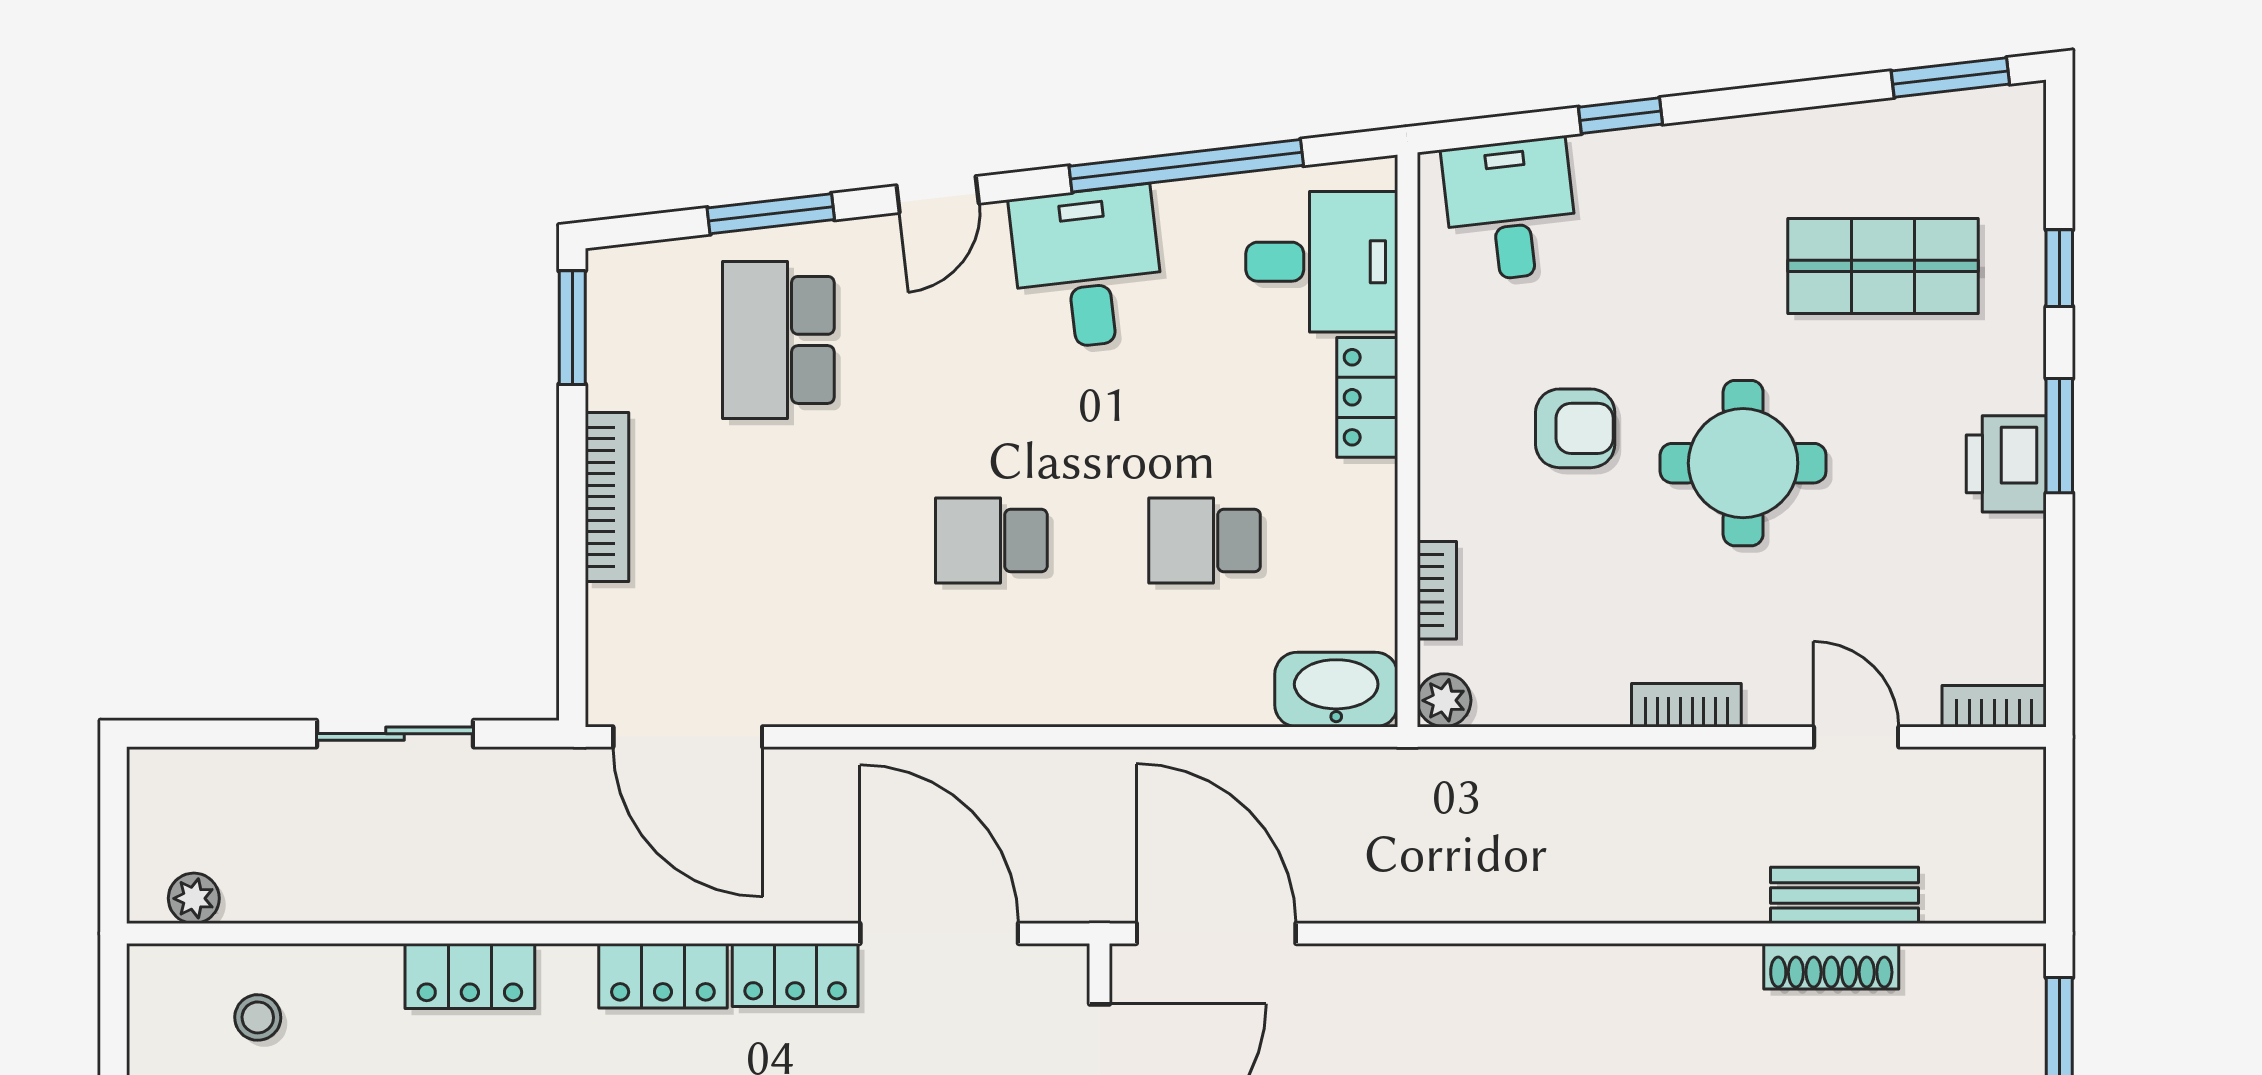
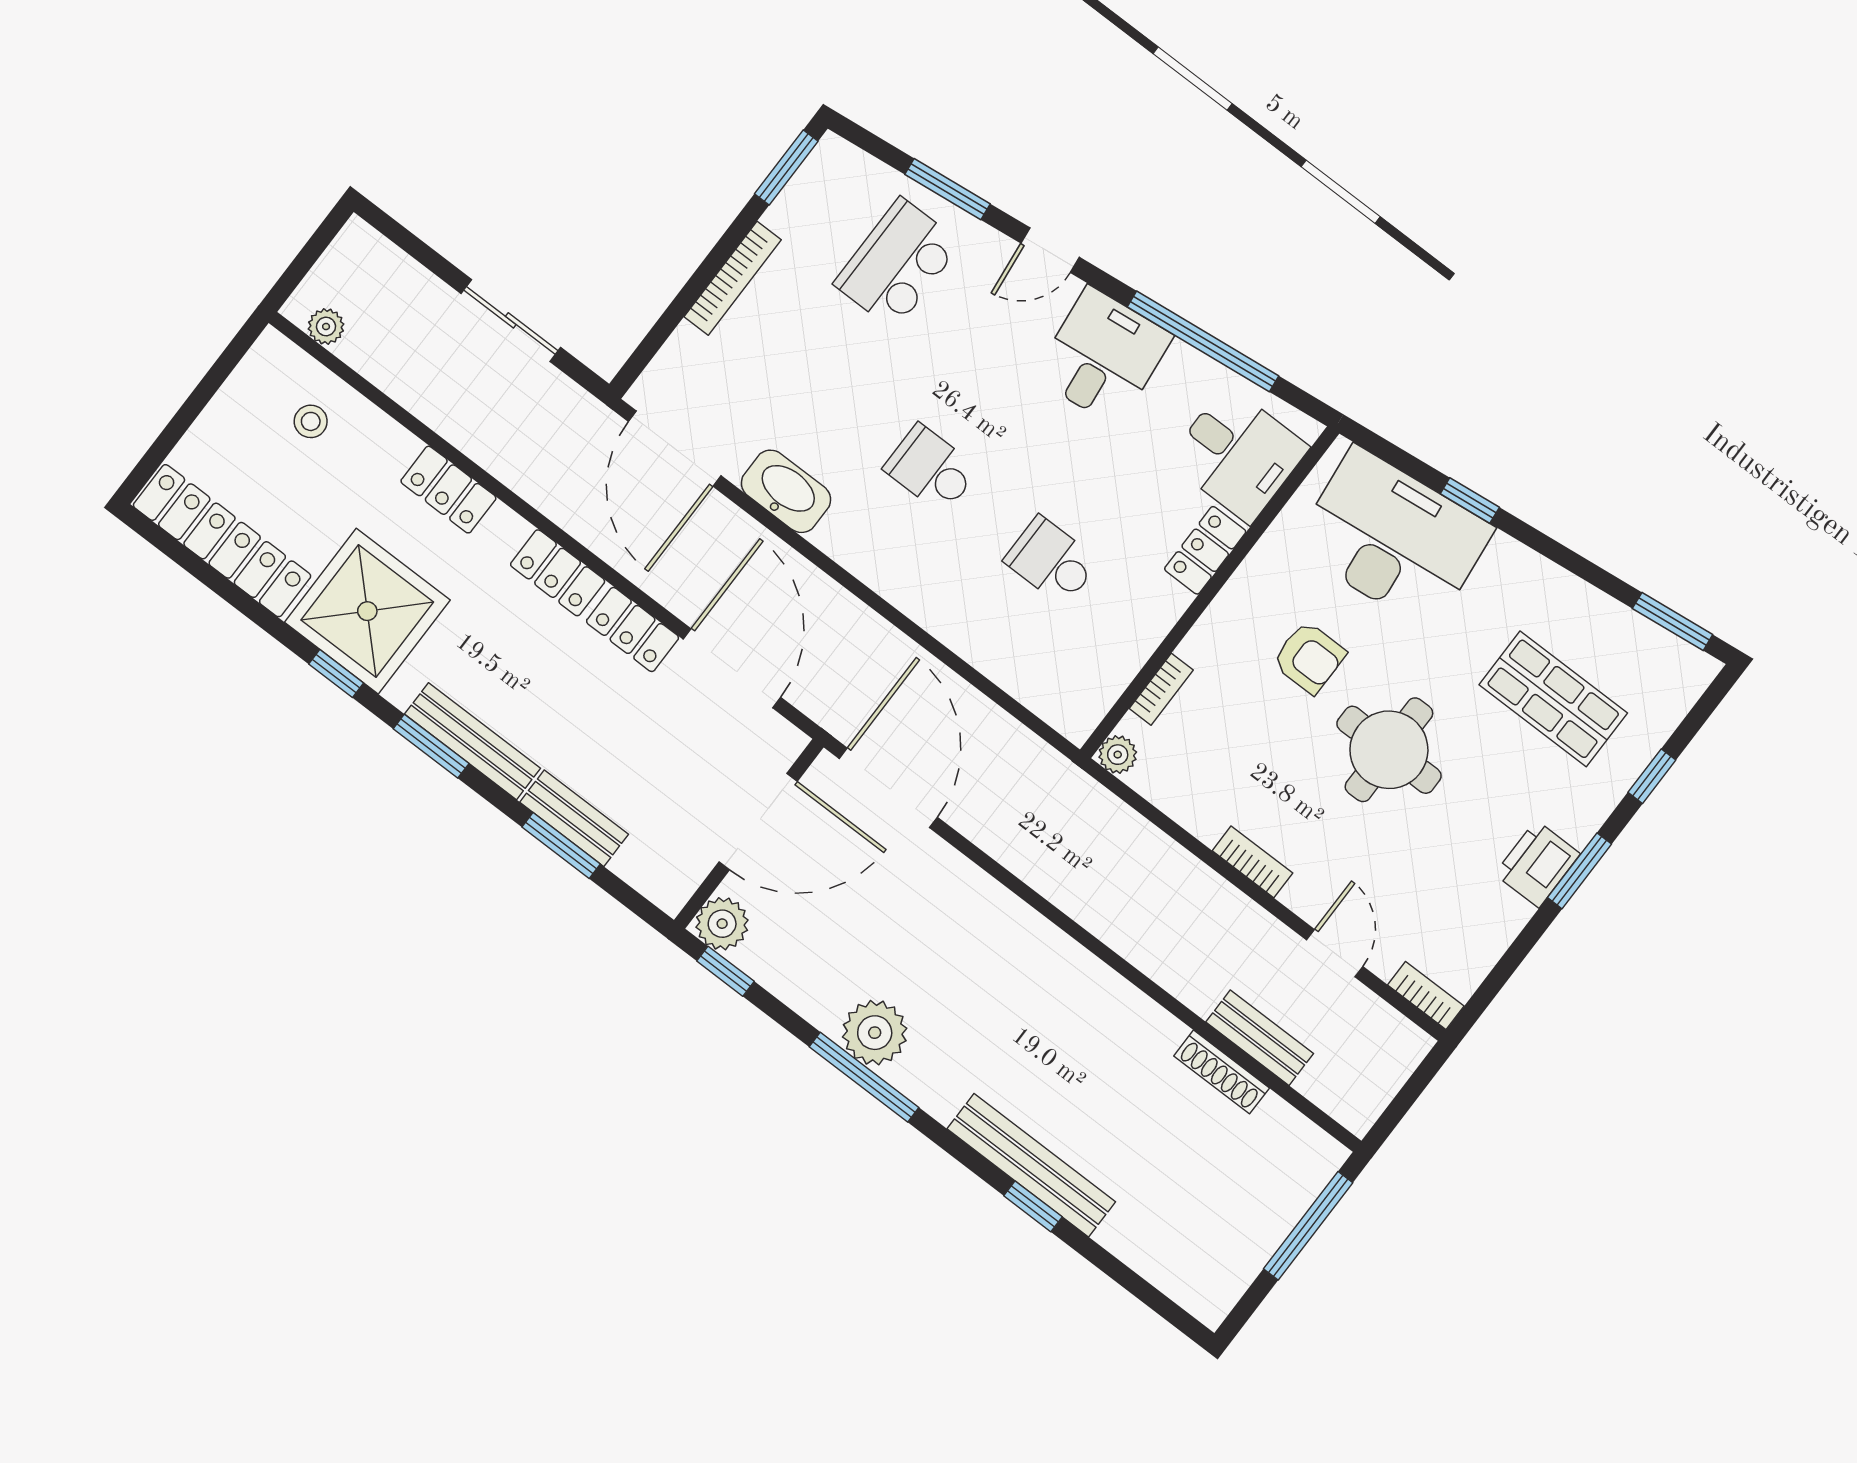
desk: (1510, 210) -> (1393, 538), width x1.87, depth x1.30
washbasin: (1336, 690) -> (786, 491), moved

